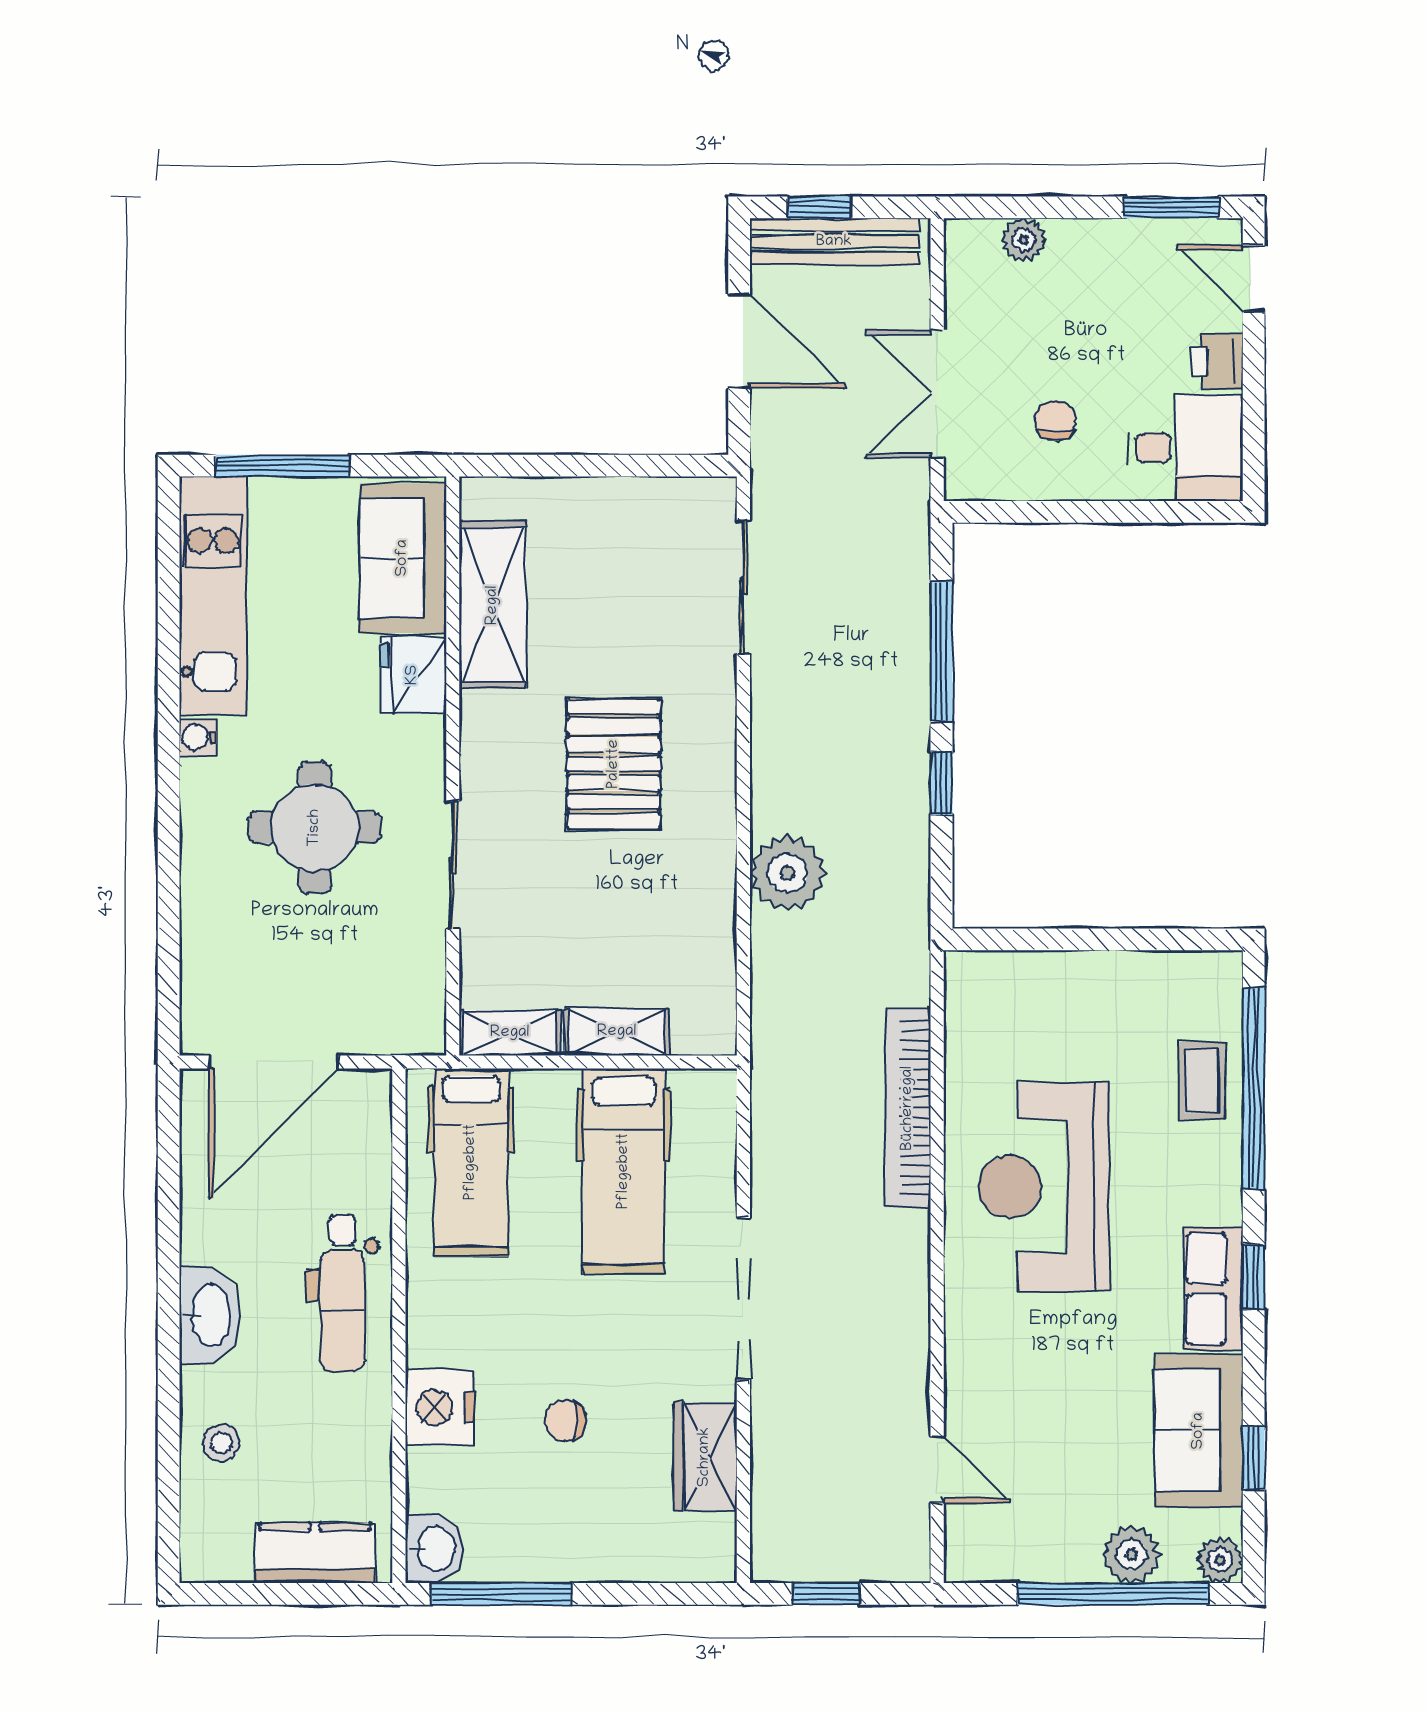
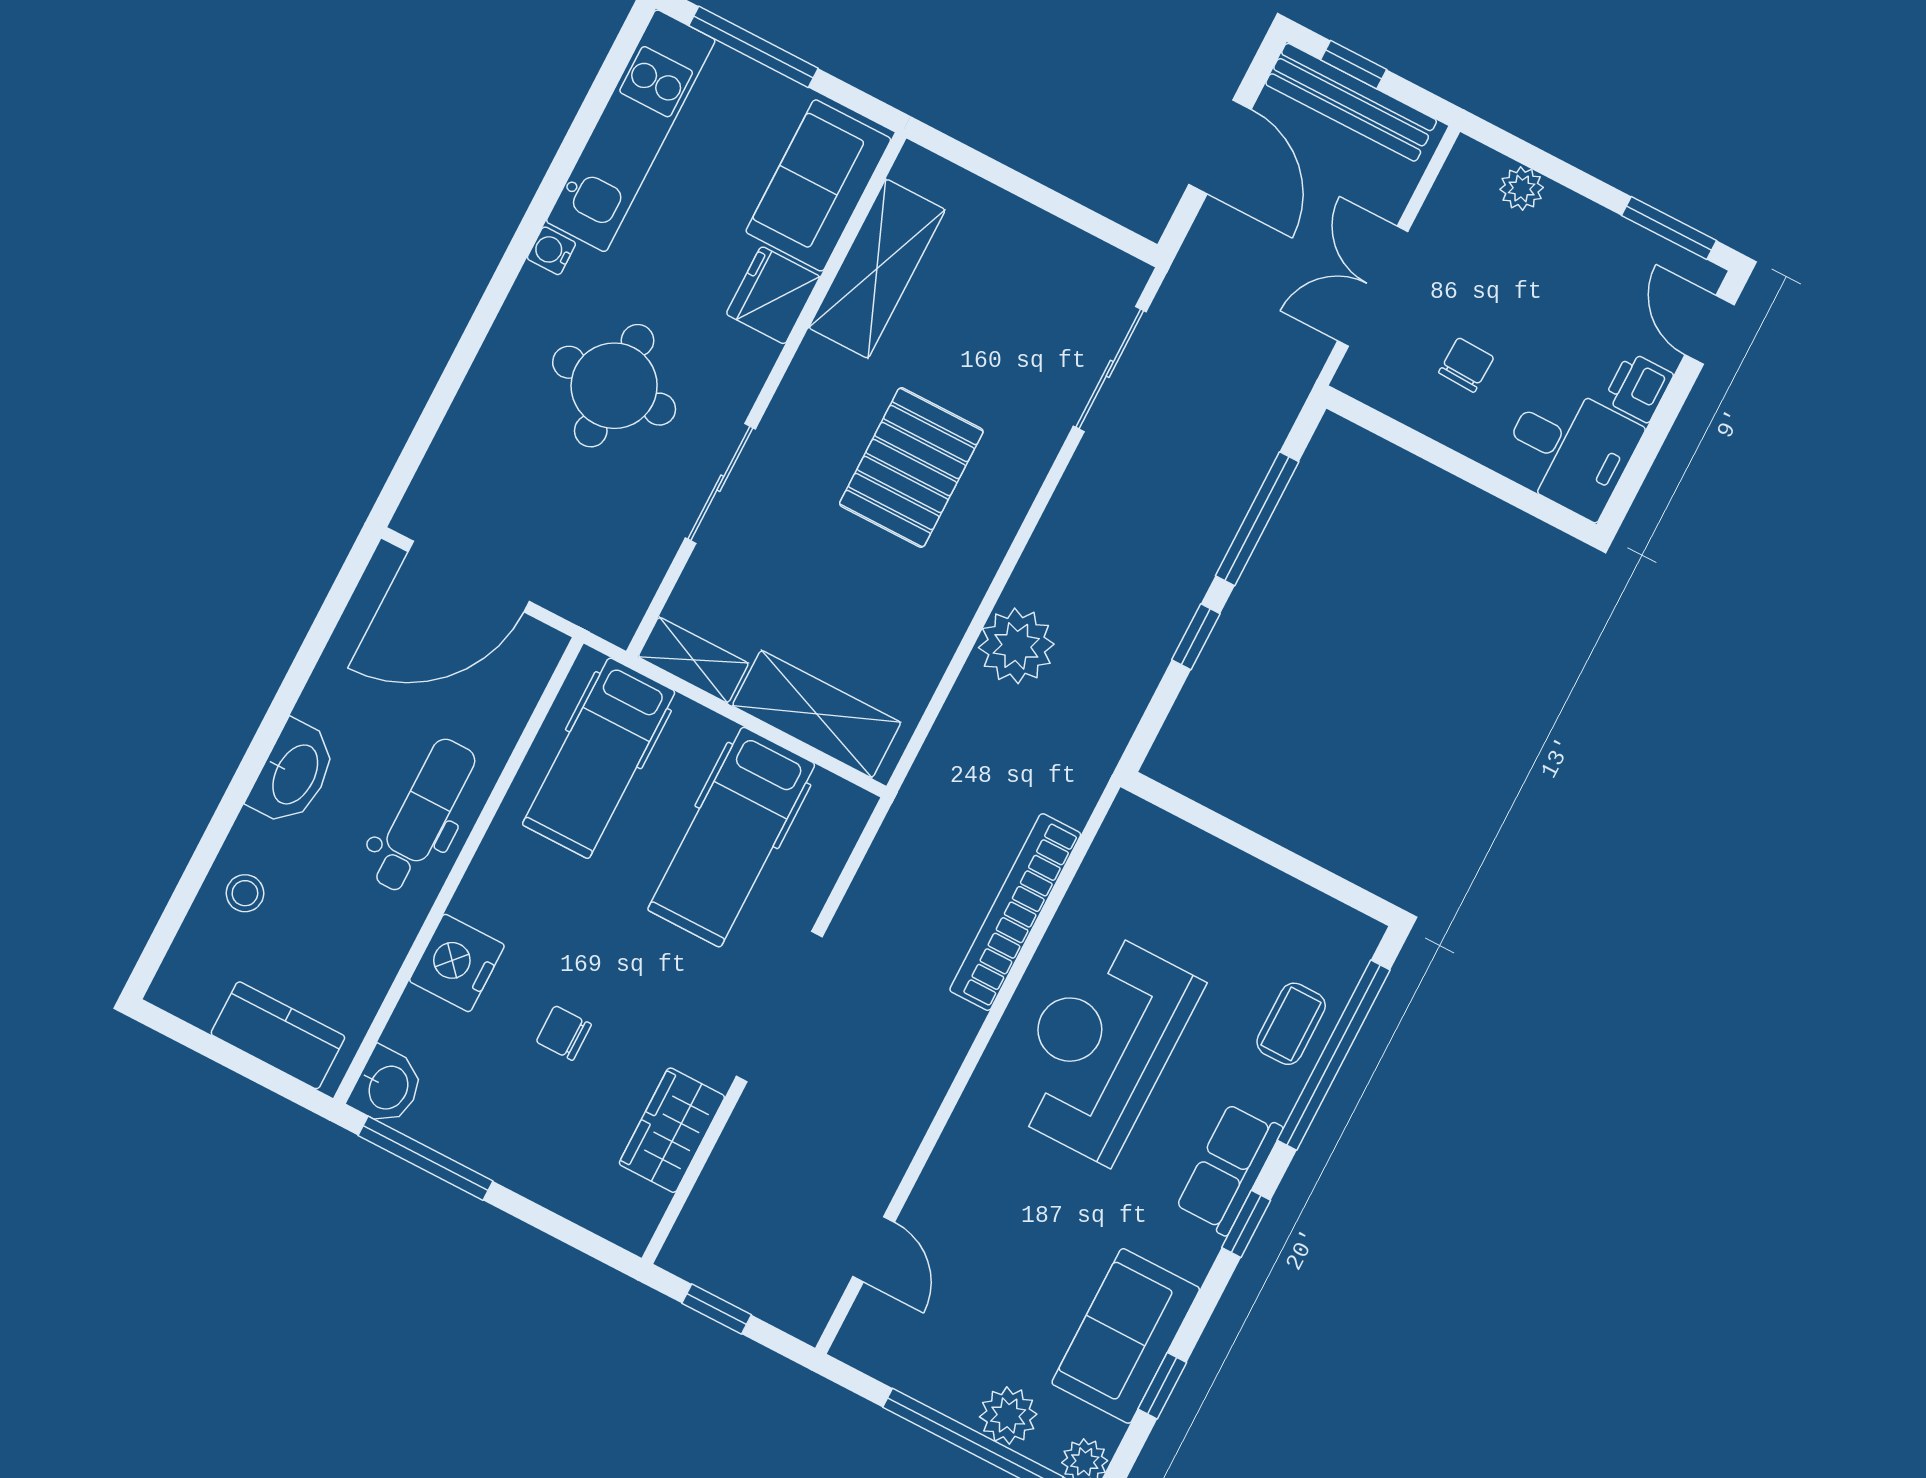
shelving: (617, 1032) -> (817, 714), width x1.50, depth x1.33
row of seats: (1213, 1289) -> (1229, 1169), moved
dental chair: (342, 1293) -> (423, 816), turned 180

